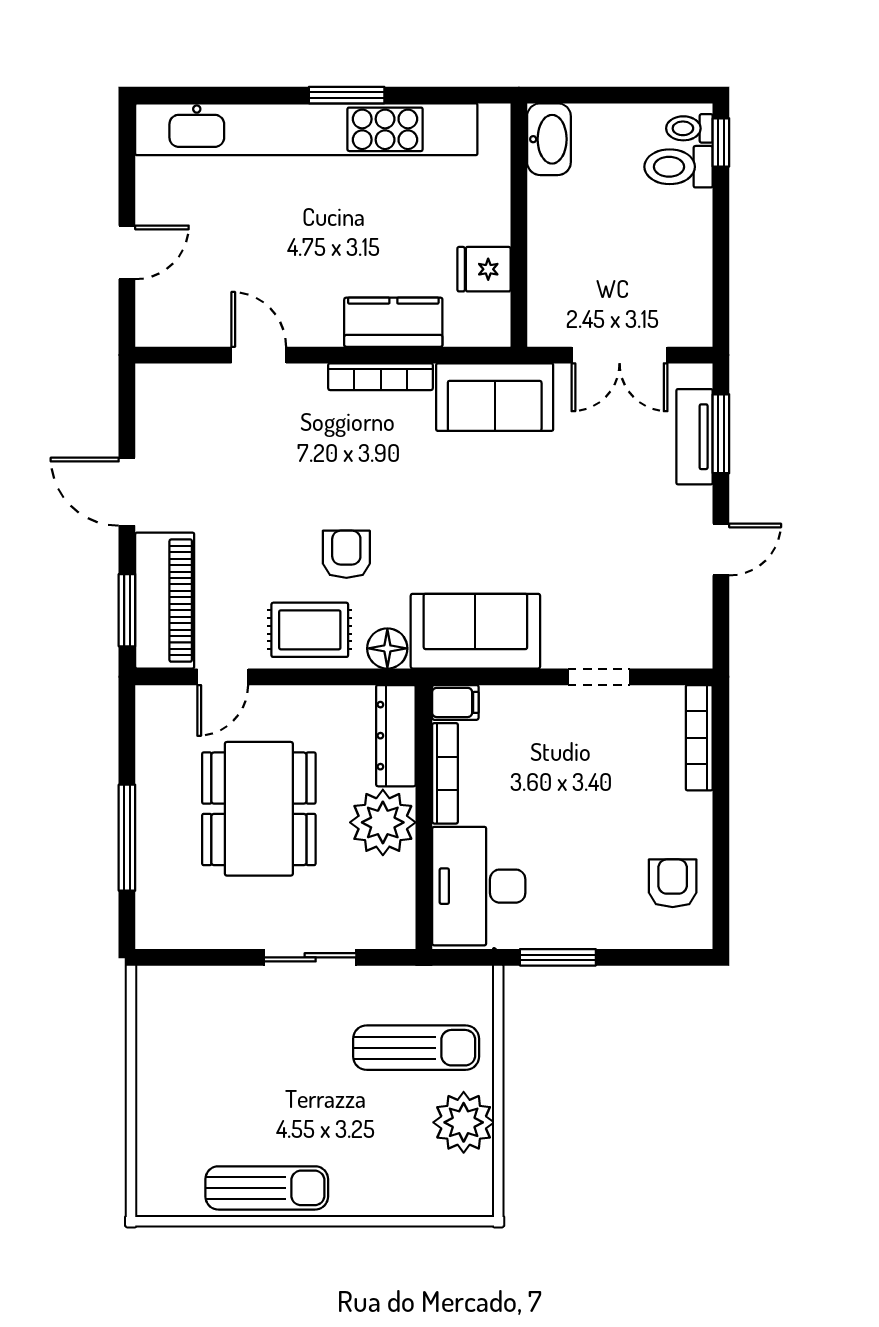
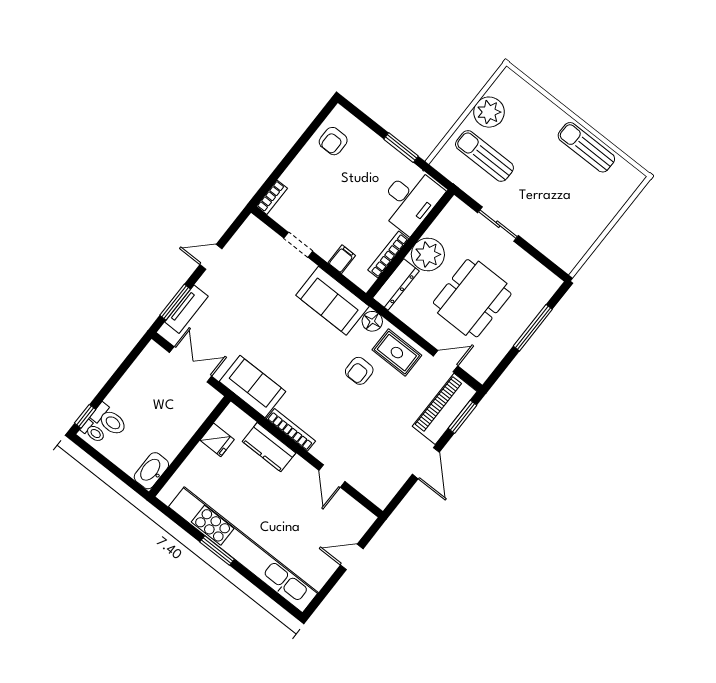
filing cabinet: (455, 702) -> (342, 259), moved, turned 90
bookcase: (699, 738) -> (272, 197), width x0.64

